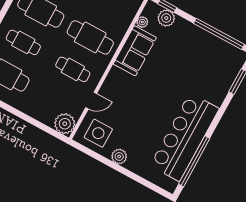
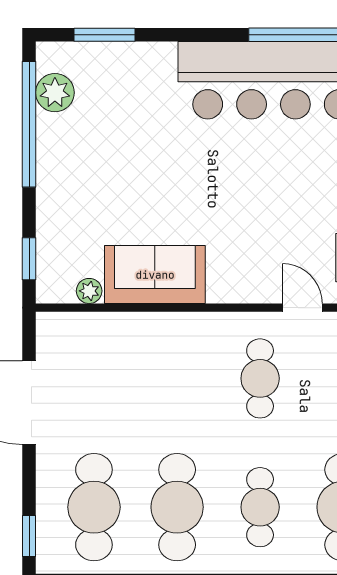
plant: (166, 18) -> (55, 93), moved
cafe table: (90, 37) -> (177, 378), removed

